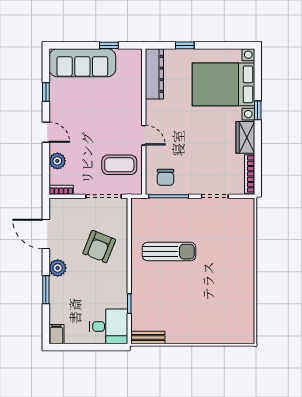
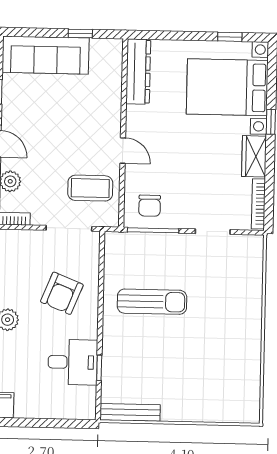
window: (185, 45) -> (230, 37), moved
desk: (109, 326) -> (73, 362), moved
bench: (148, 337) -> (130, 412), width x1.36

